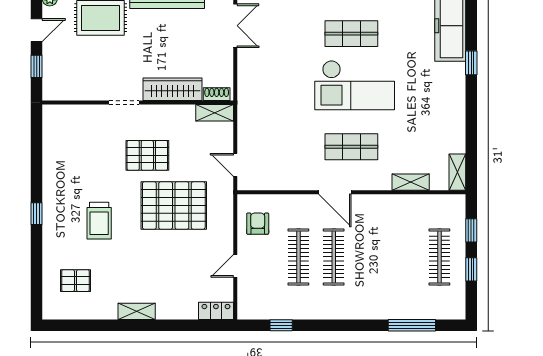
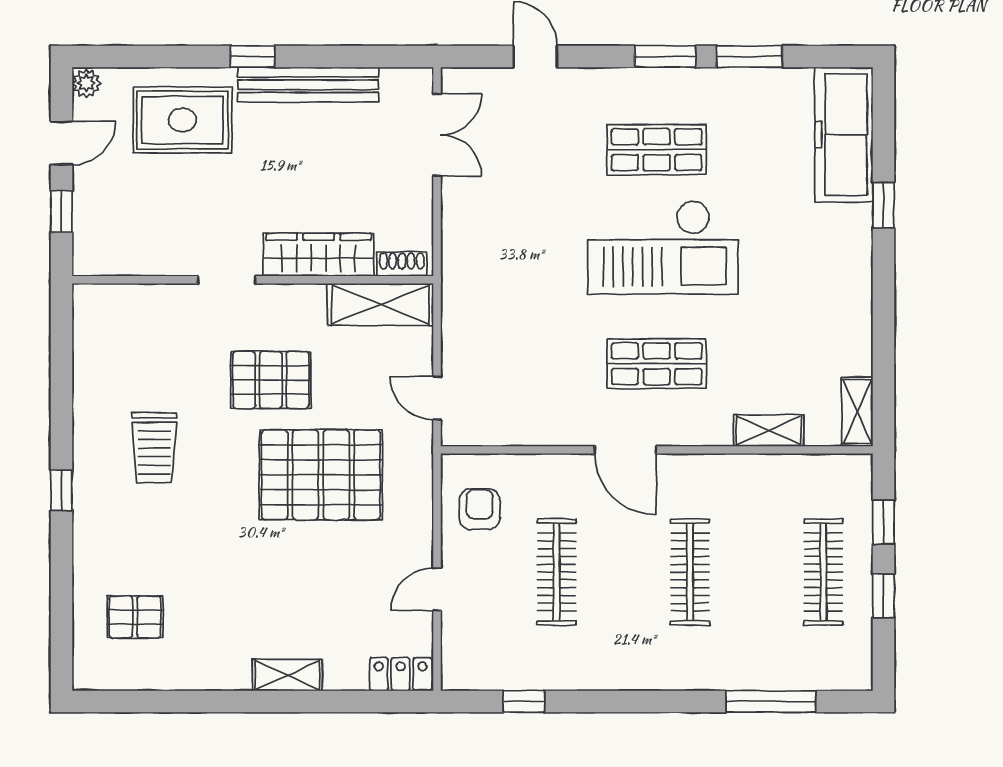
shelving: (215, 113) -> (380, 305), width x1.50, depth x1.33
trolley: (99, 221) -> (154, 447), moved
clothes rail: (334, 257) -> (690, 572), moved
shelving: (137, 311) -> (287, 675), moved

